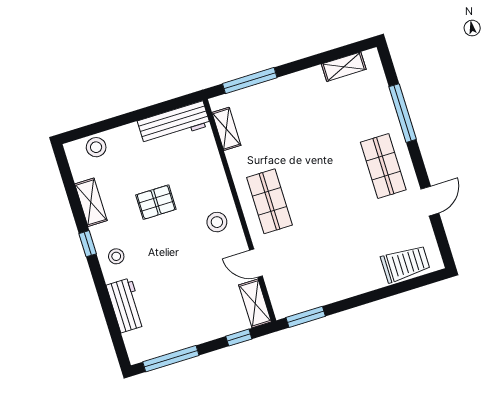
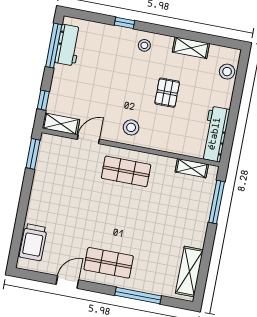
shelving: (344, 67) -> (189, 272), width x1.50, depth x1.33
door: (430, 201) -> (67, 282), swing flipped
window: (88, 244) -> (124, 23), moved
workbench: (126, 305) -> (68, 45), moved, turned -90

